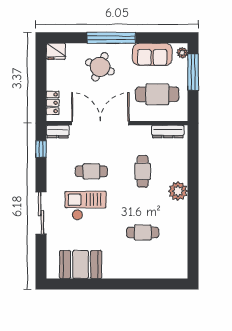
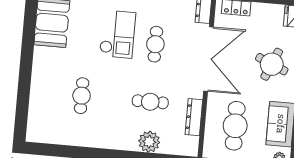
dresser: (168, 131) -> (194, 117), moved
plant: (178, 191) -> (149, 142), moved

